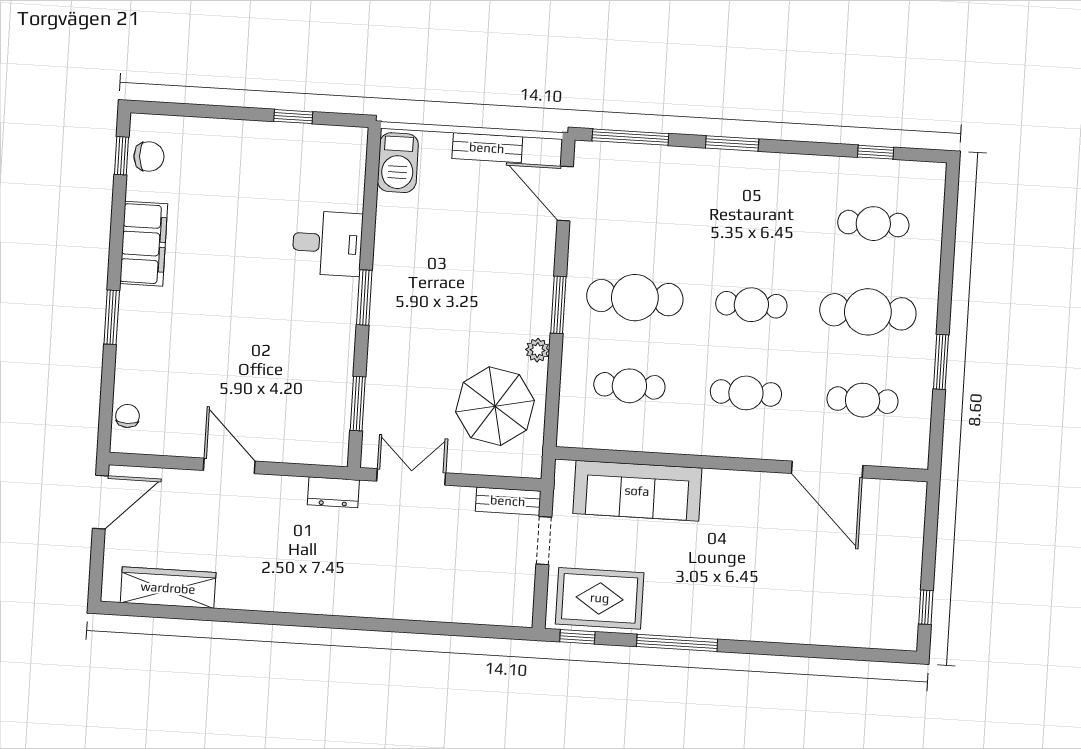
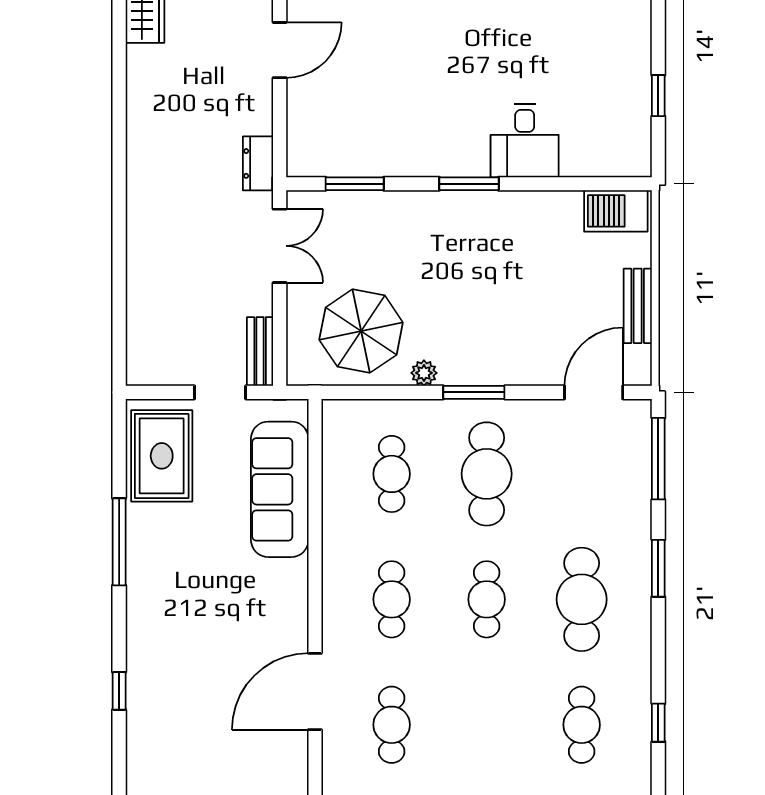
cafe table: (868, 312) -> (582, 599), moved
window: (577, 637) -> (119, 691), moved

